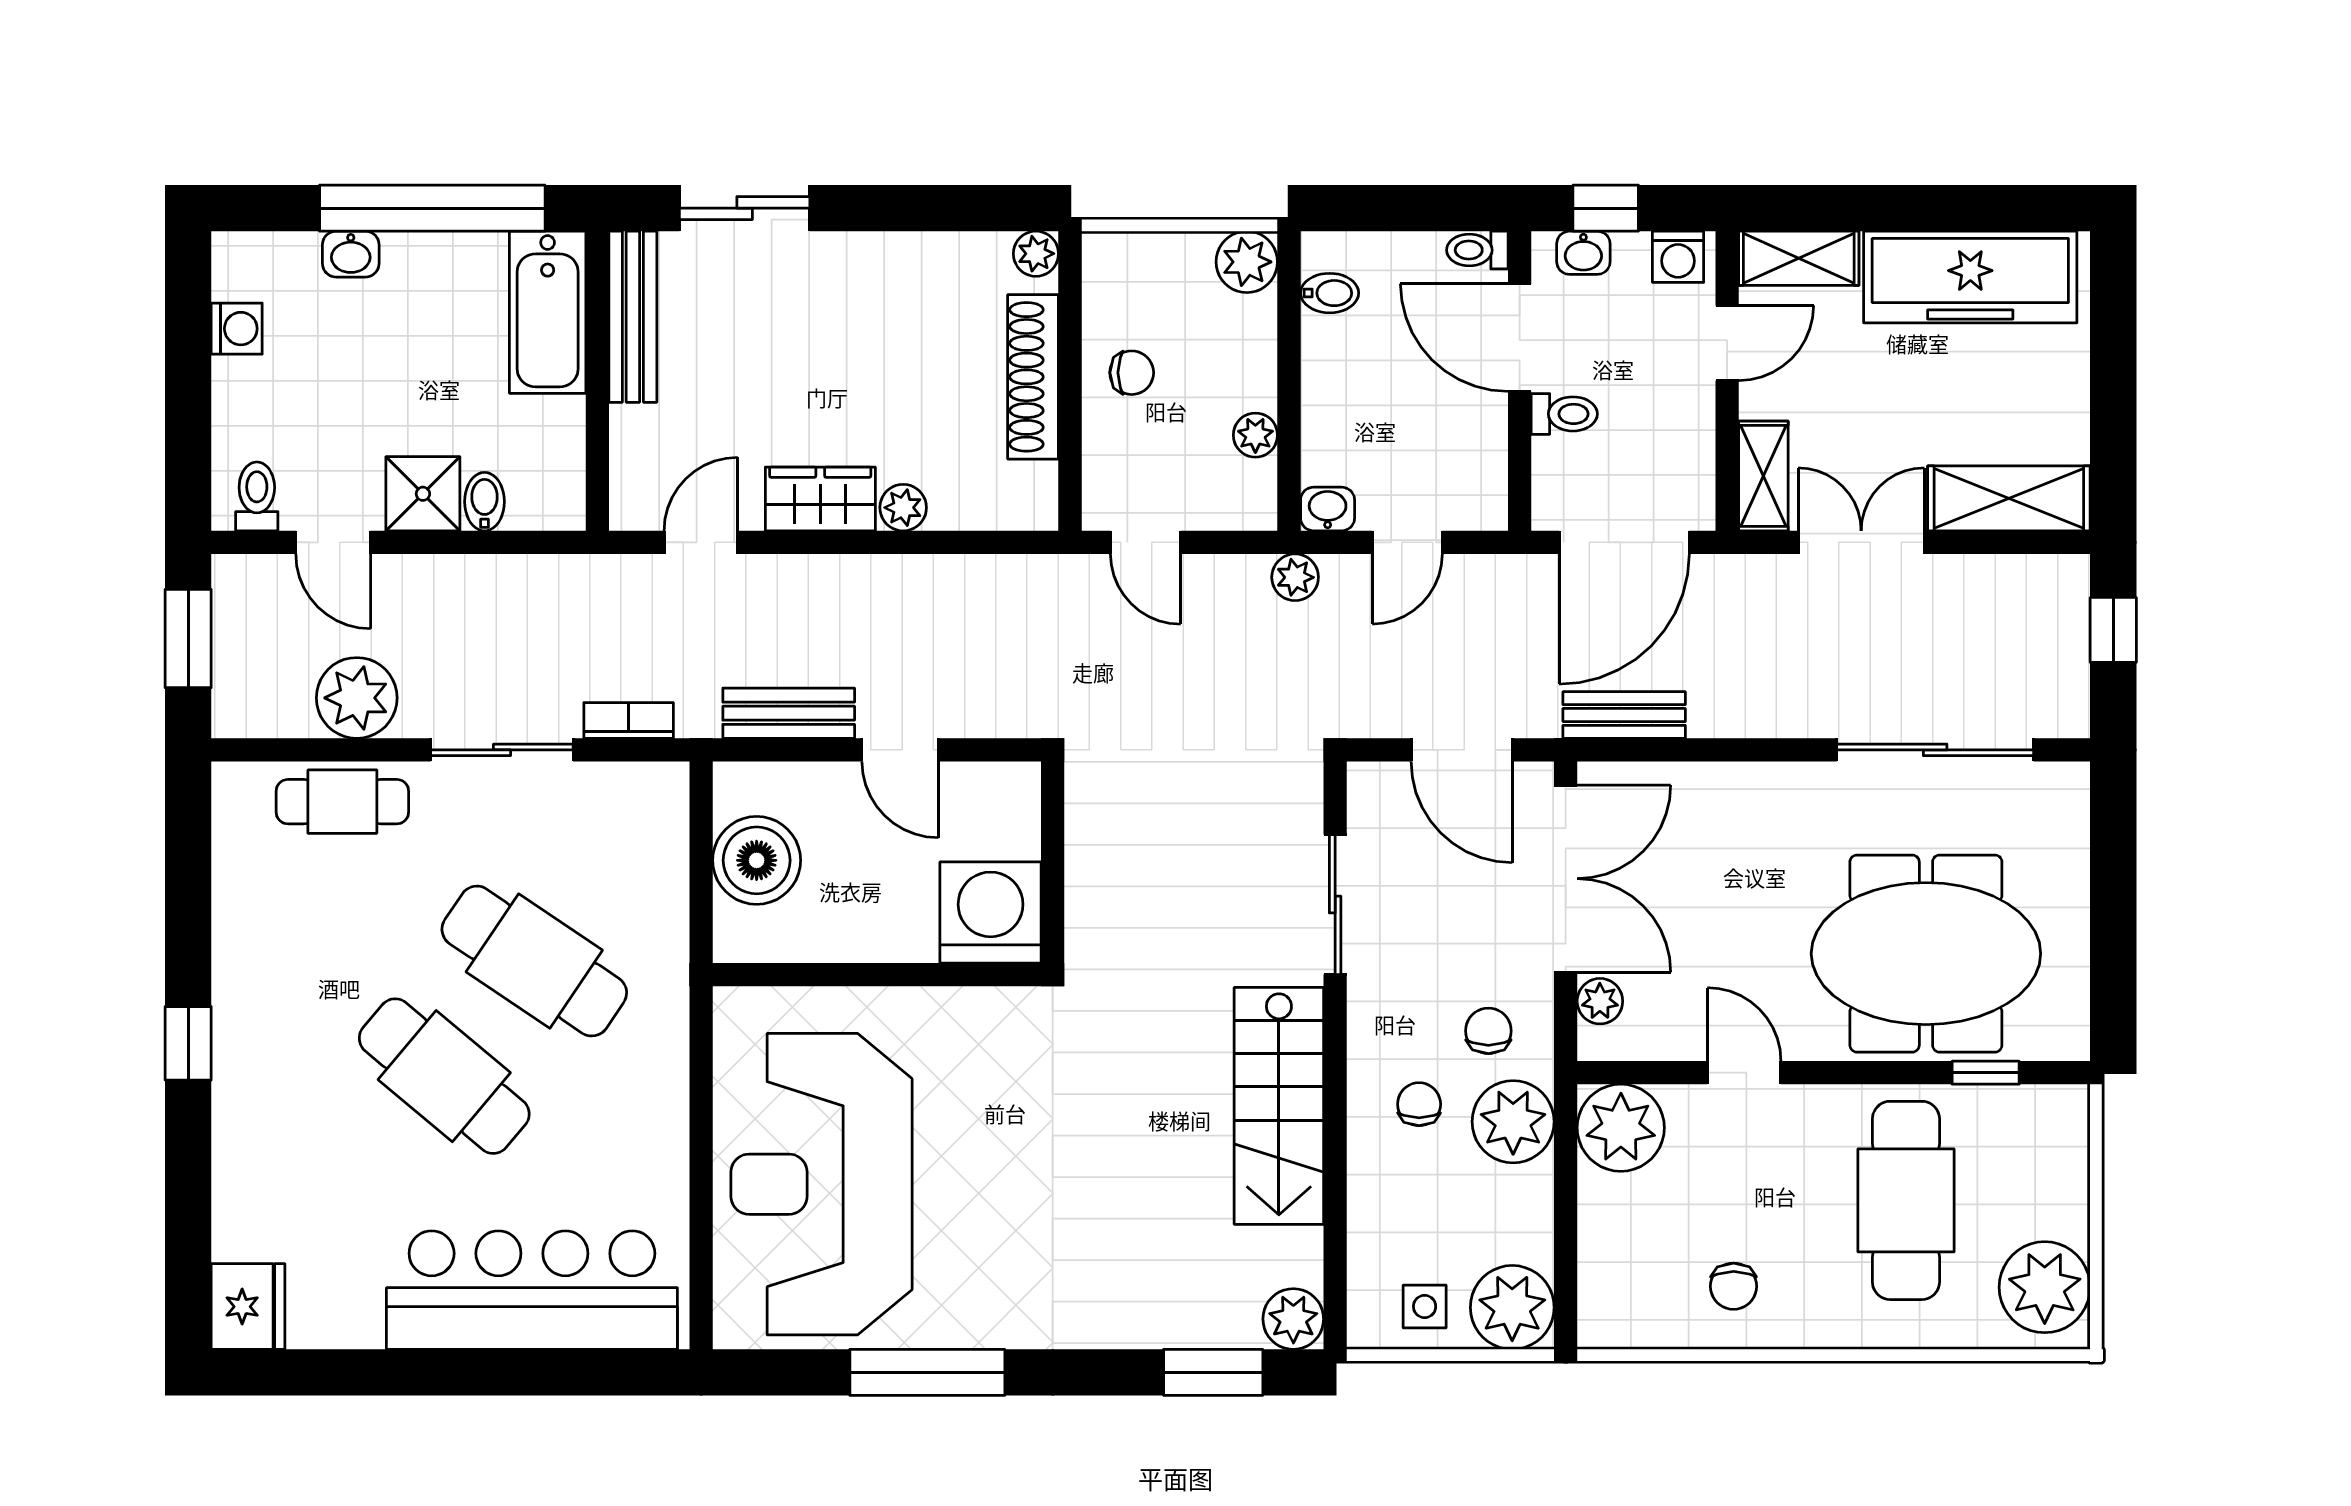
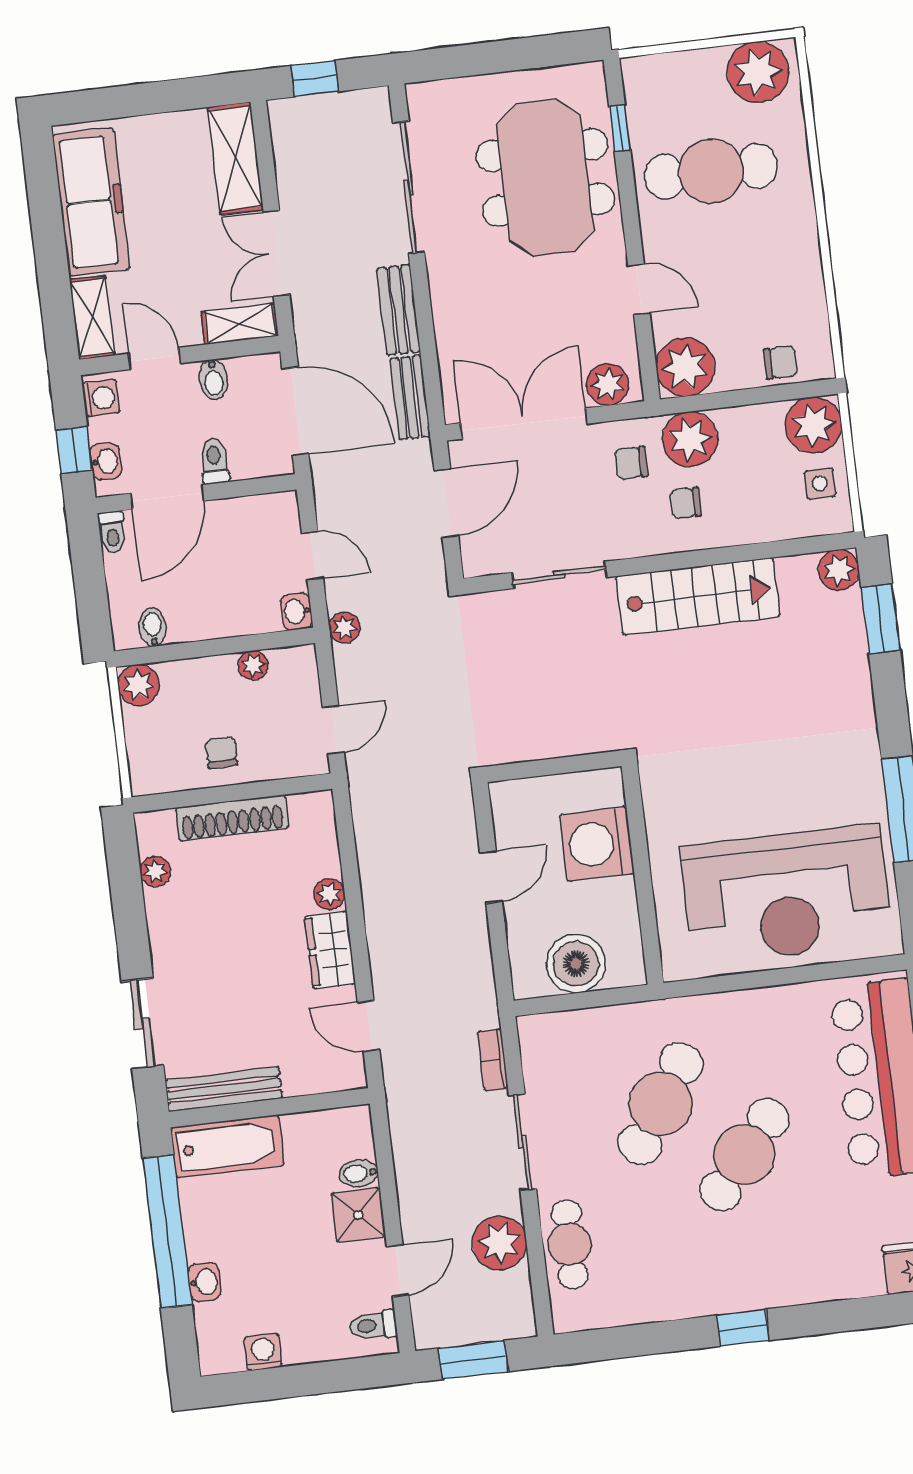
plant: (1036, 254) -> (155, 871), moved
bidet: (1685, 427) -> (214, 380), added
bench: (789, 713) -> (399, 310), moved
washing machine: (991, 913) -> (597, 844), moved
plant: (1600, 1001) -> (608, 385), width x1.38, depth x1.38
door: (1744, 1073) -> (639, 289), swing flipped
chair: (1734, 1286) -> (781, 362), moved

